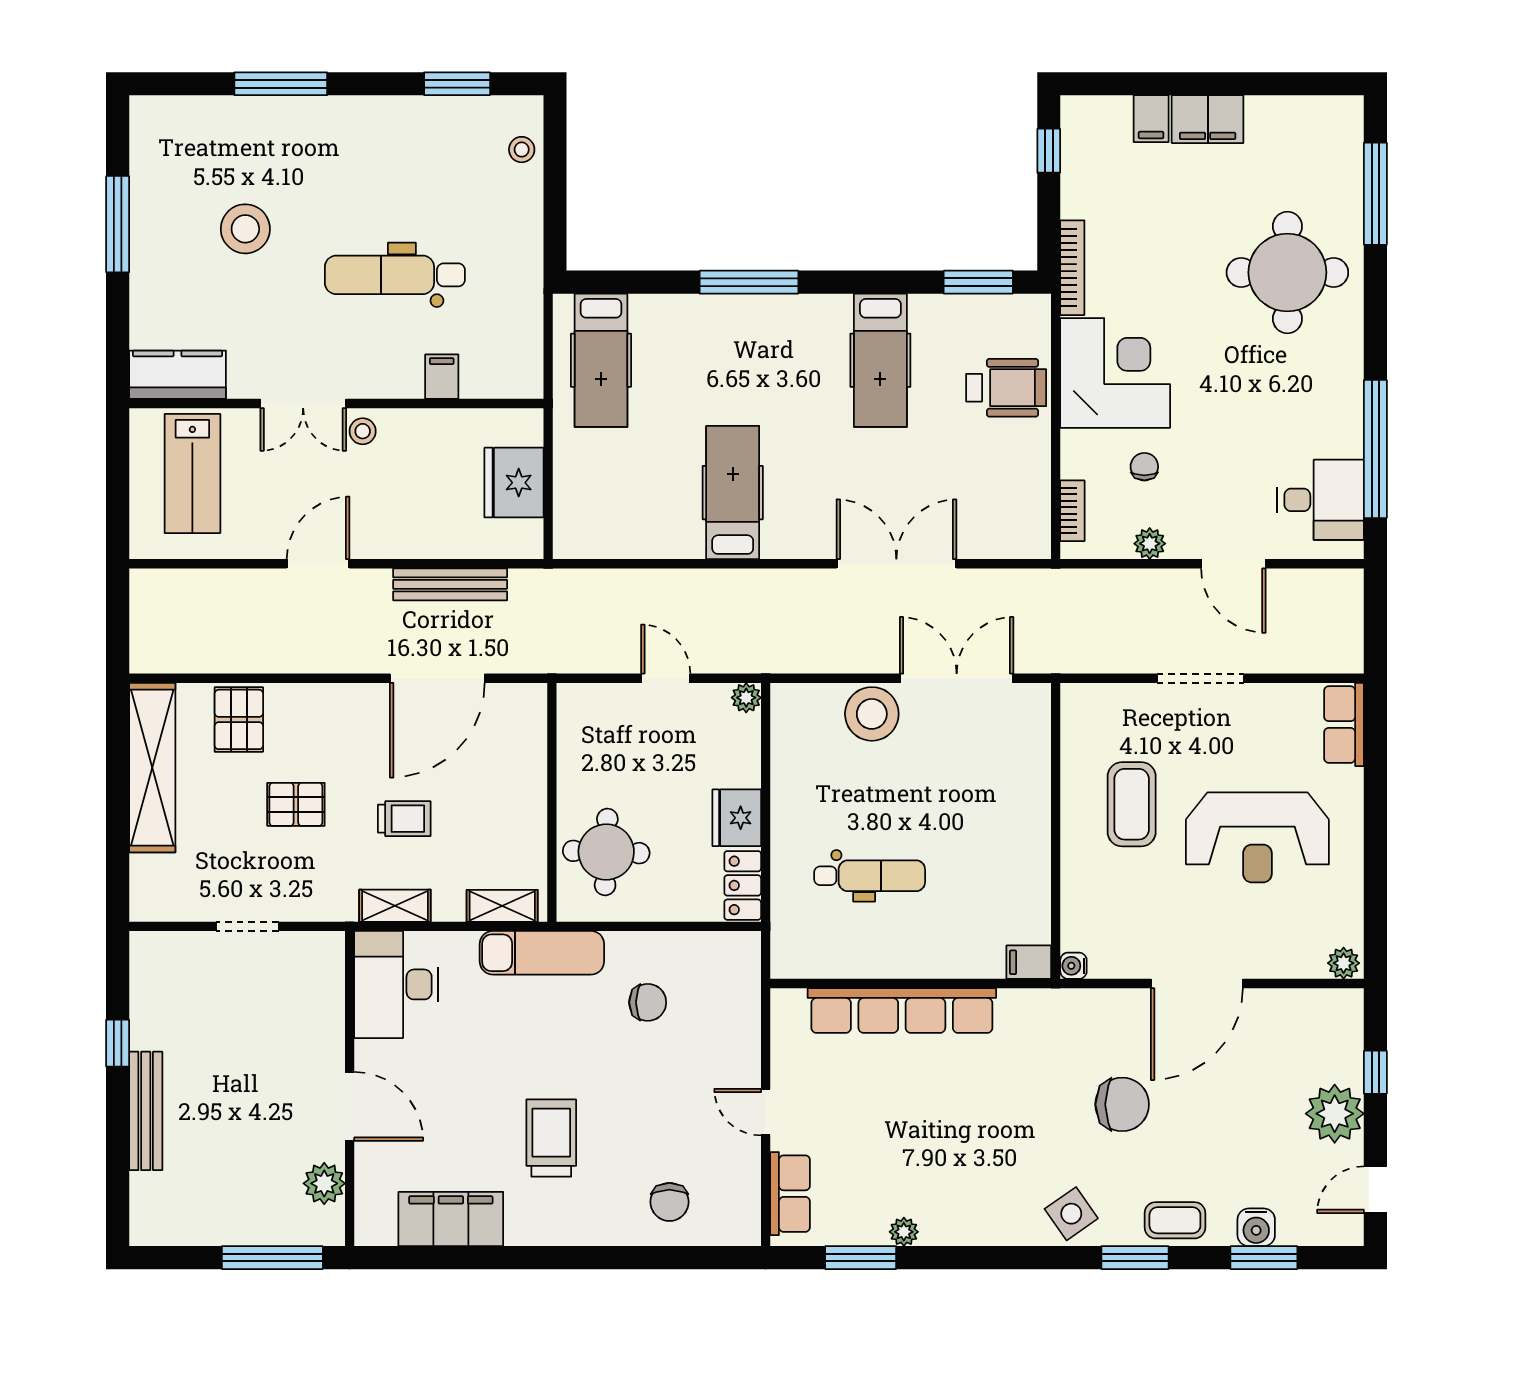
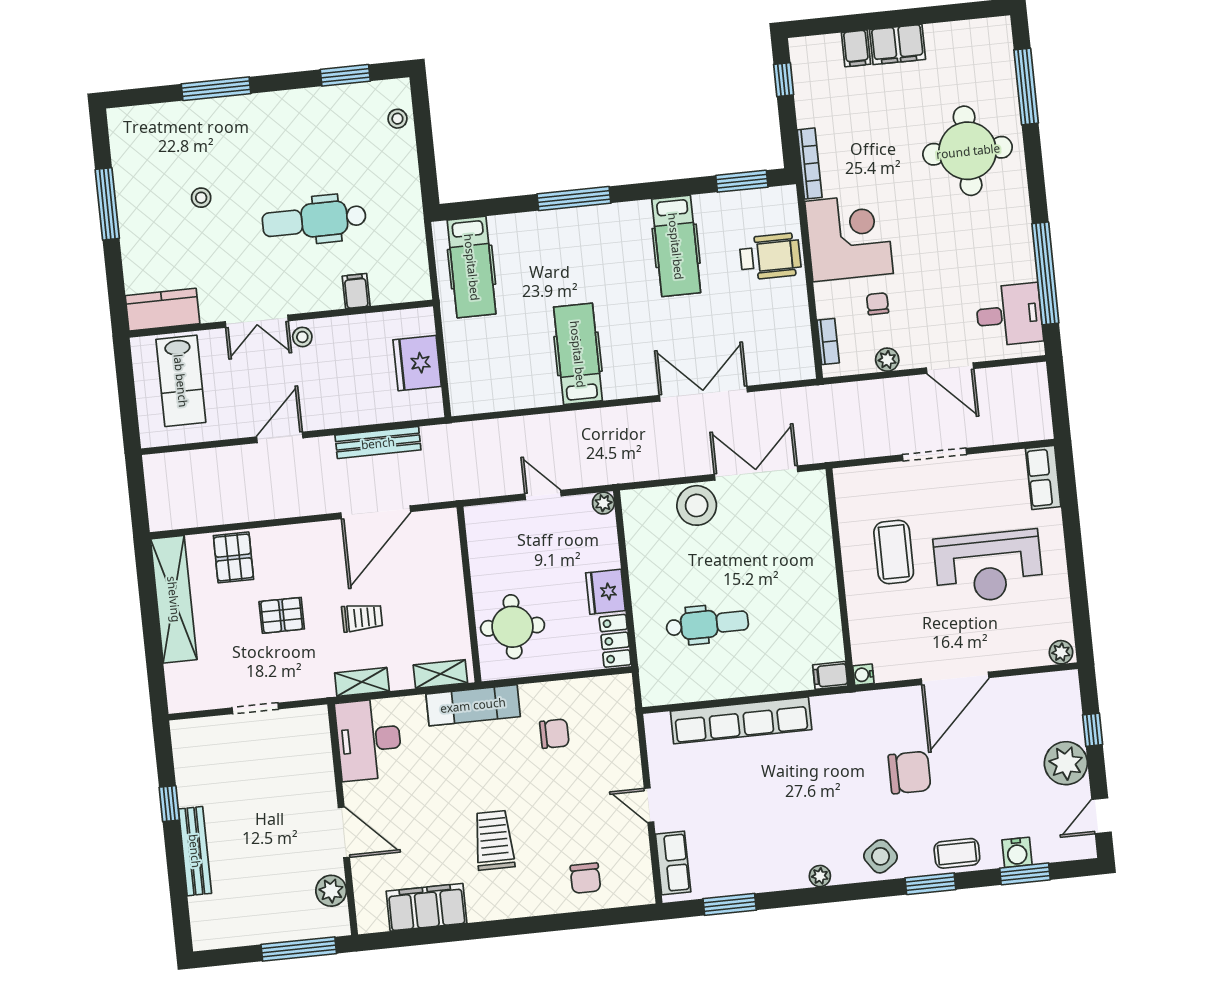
stool: (245, 229) -> (201, 198), width x0.53, depth x0.53
plant: (904, 1232) -> (820, 876), moved

